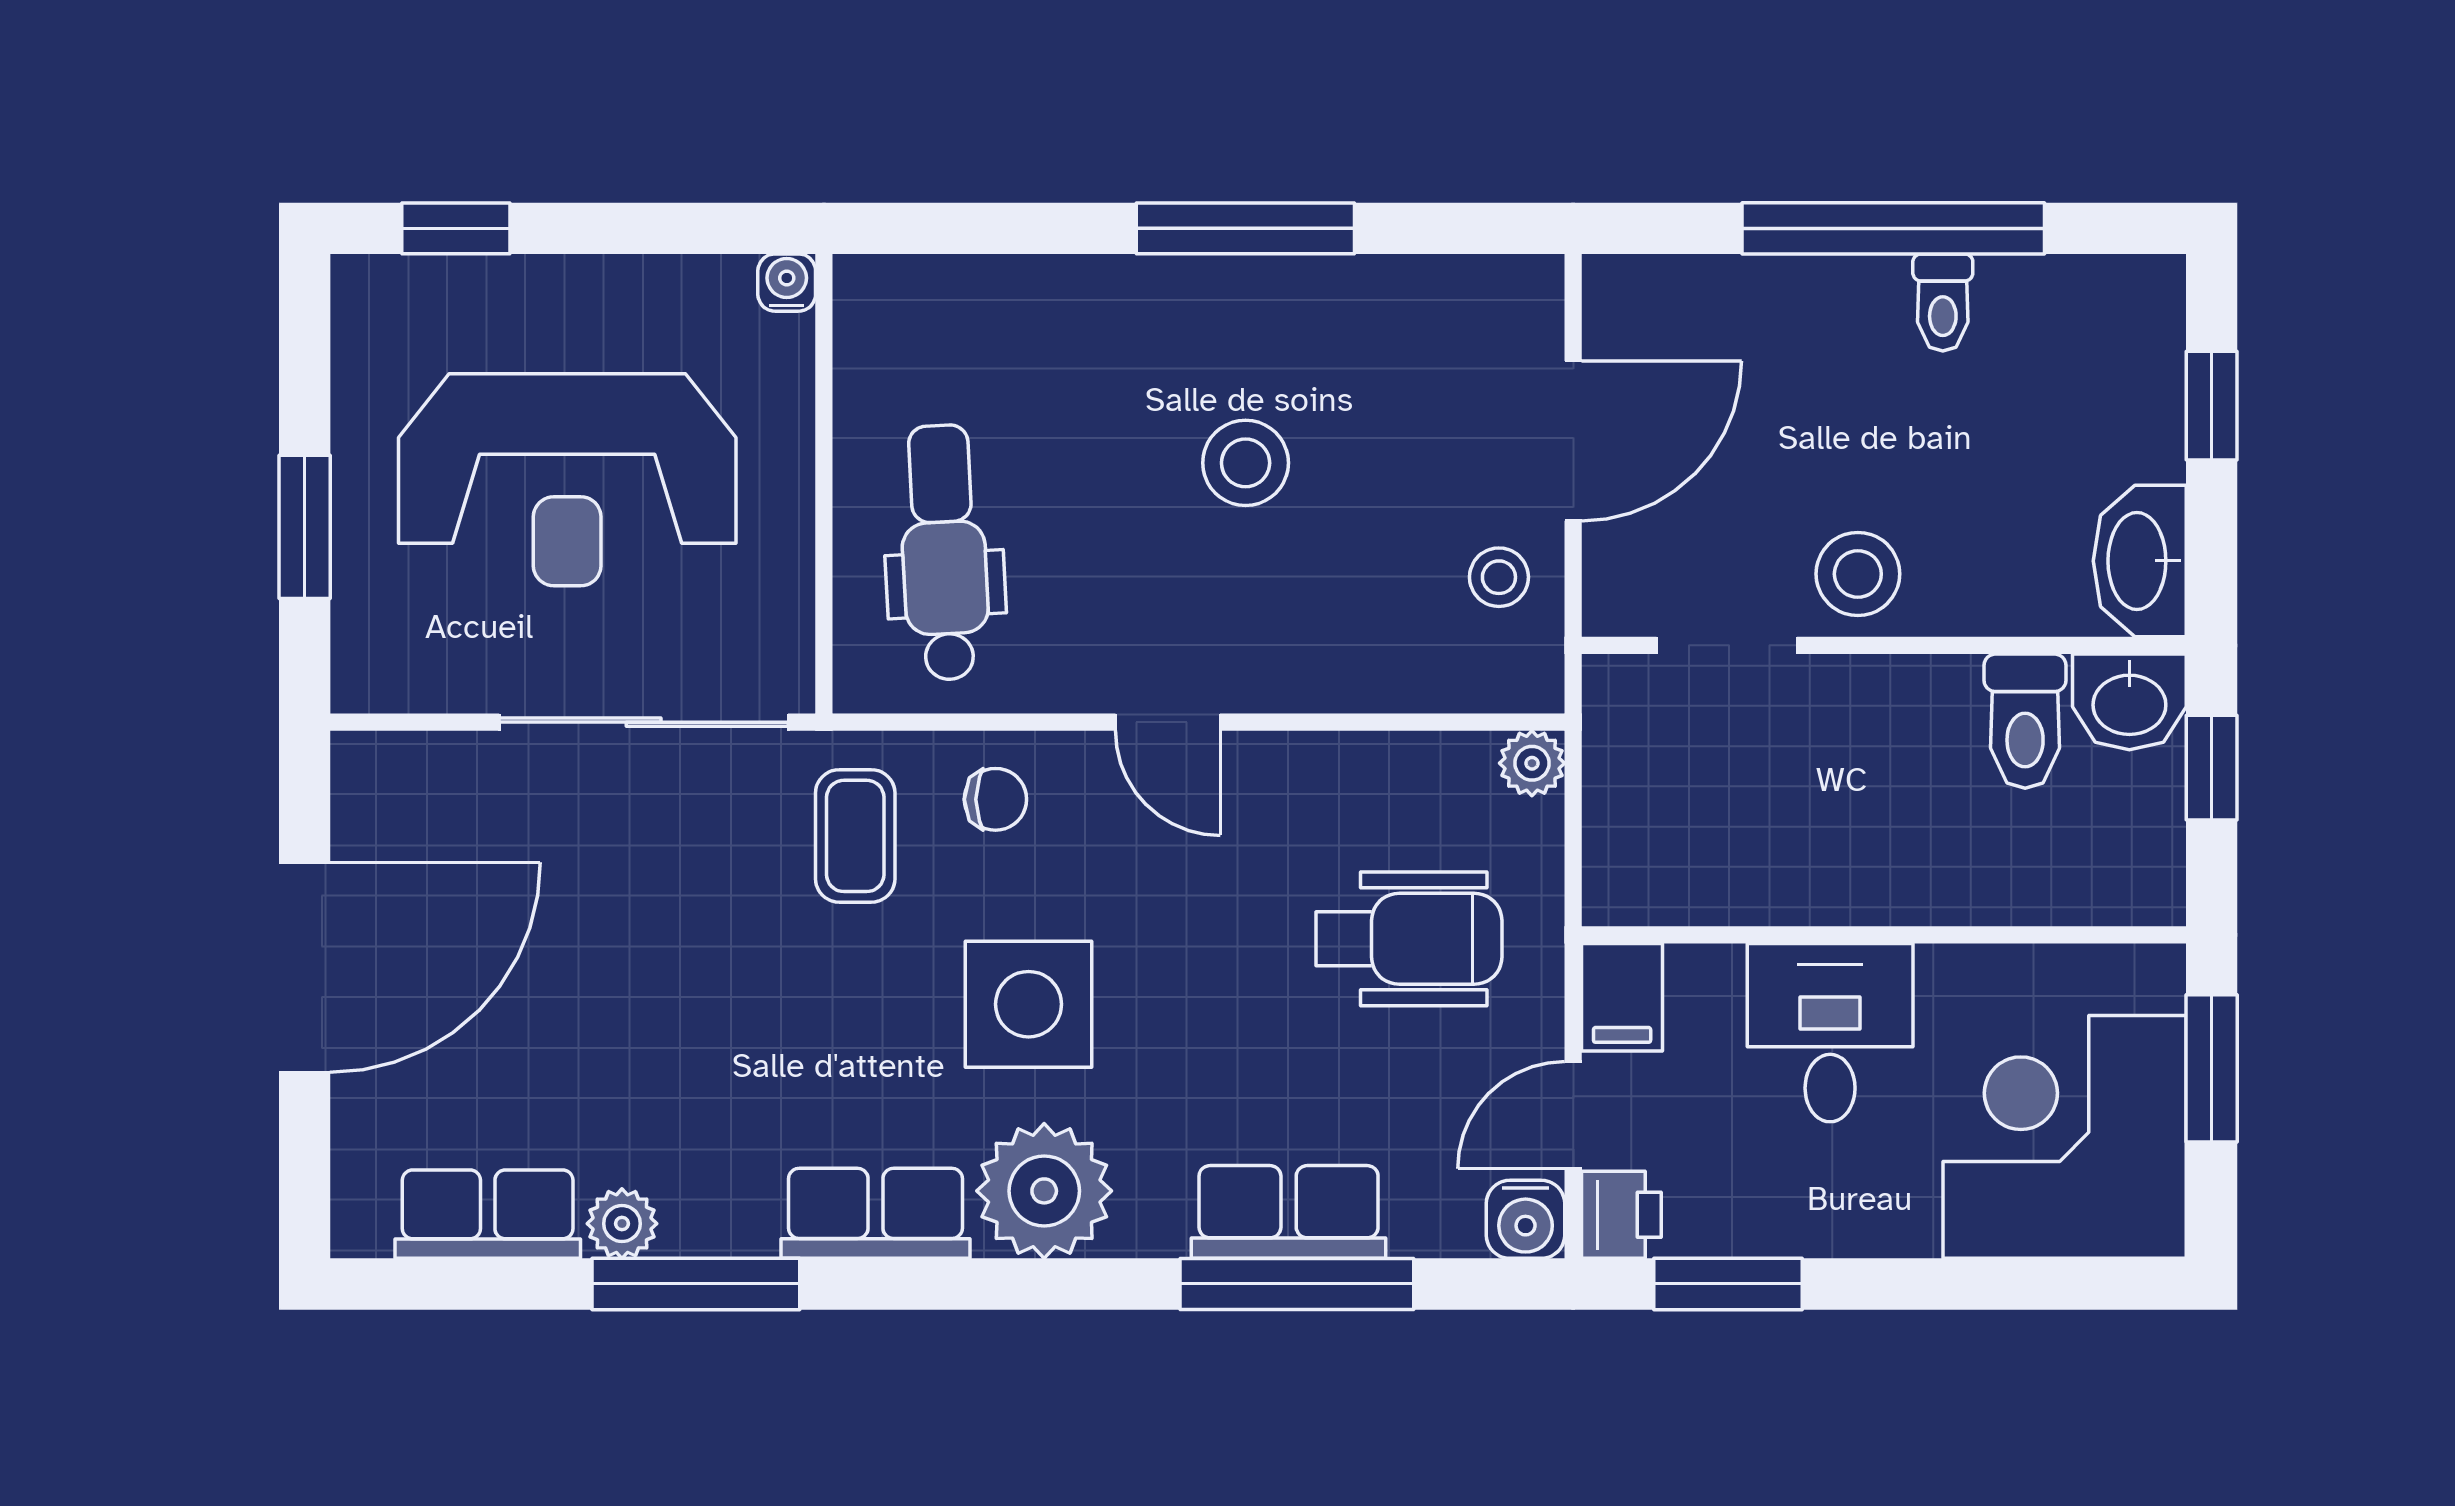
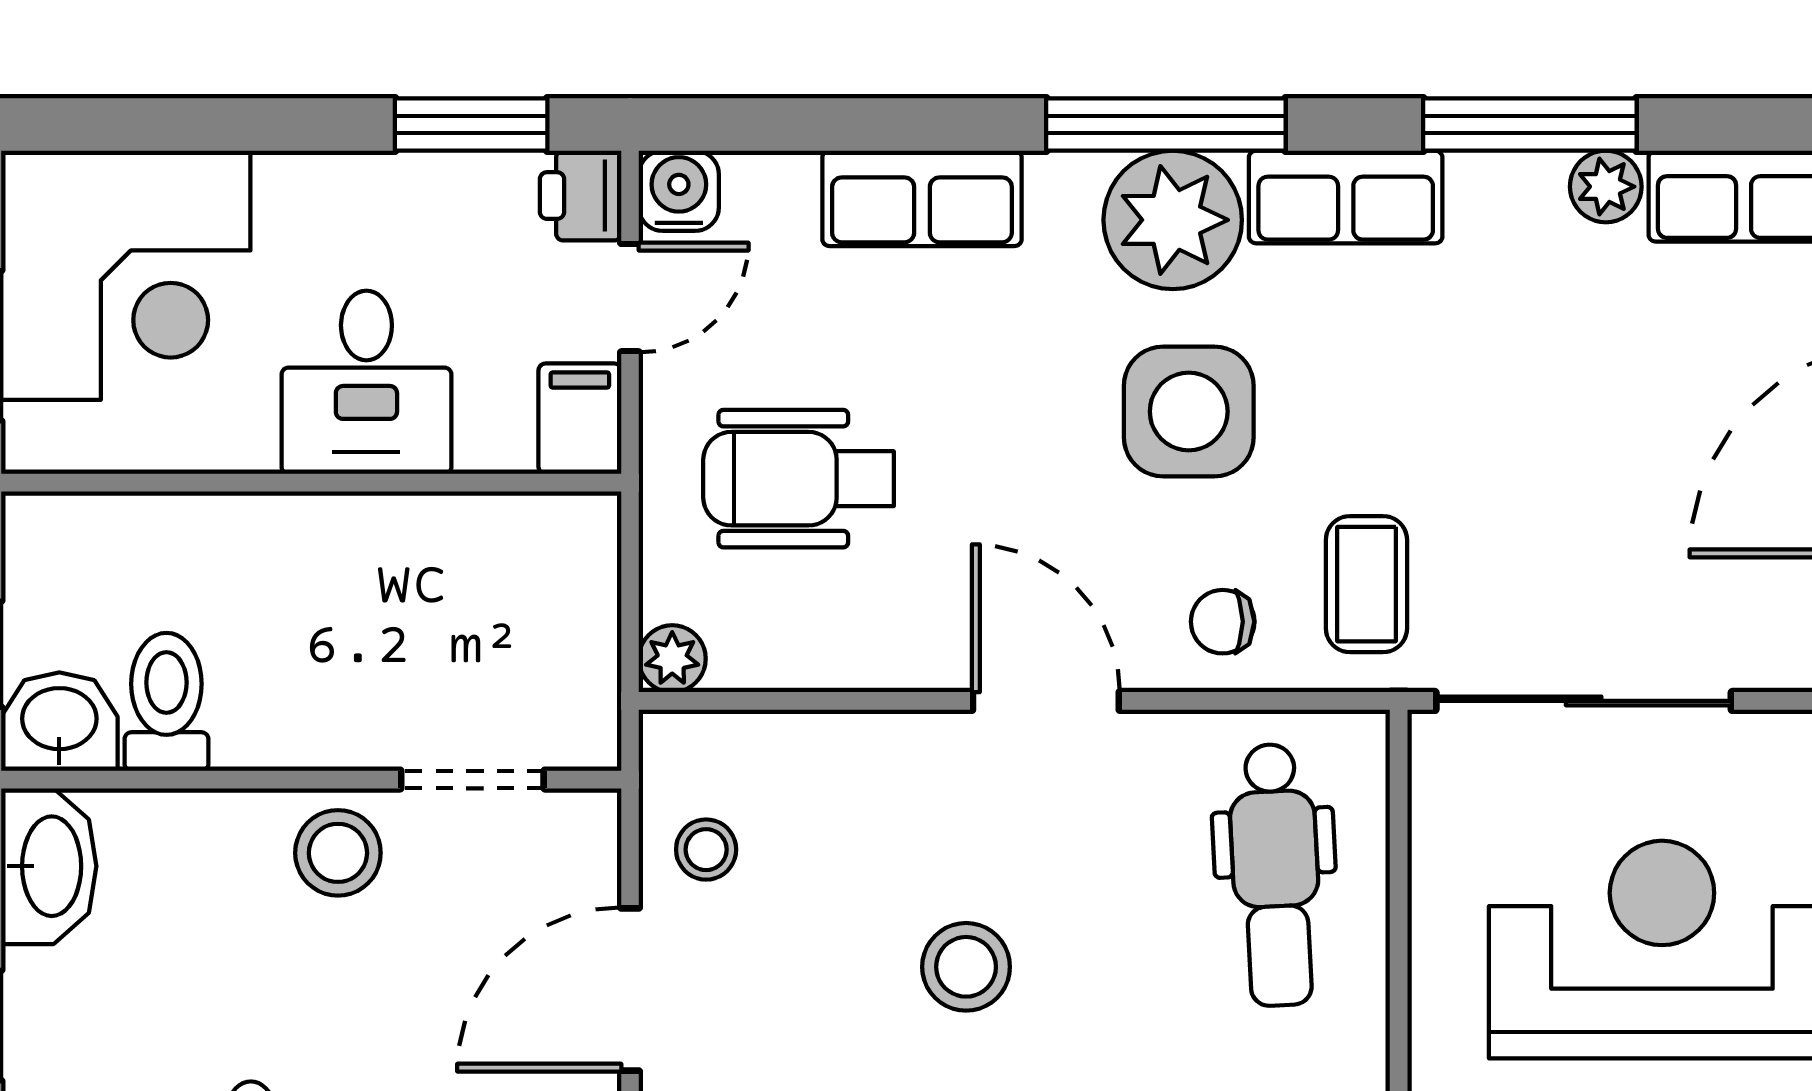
door: (1168, 722) -> (1046, 701), width x1.38
window: (1297, 1284) -> (1166, 125), moved

